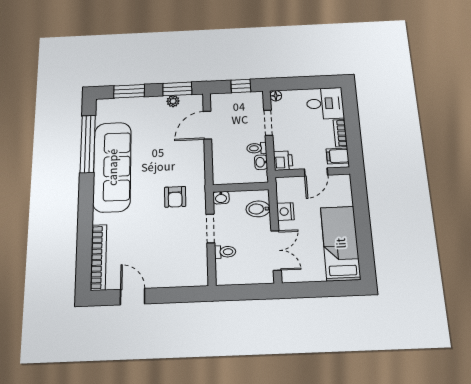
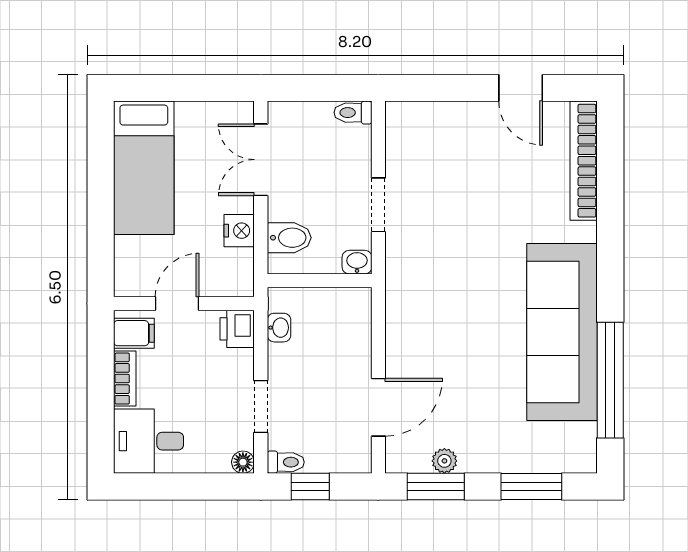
toilet: (257, 148) -> (286, 462), moved
armchair: (175, 197) -> (443, 268), removed
toilet: (225, 252) -> (353, 113), moved

